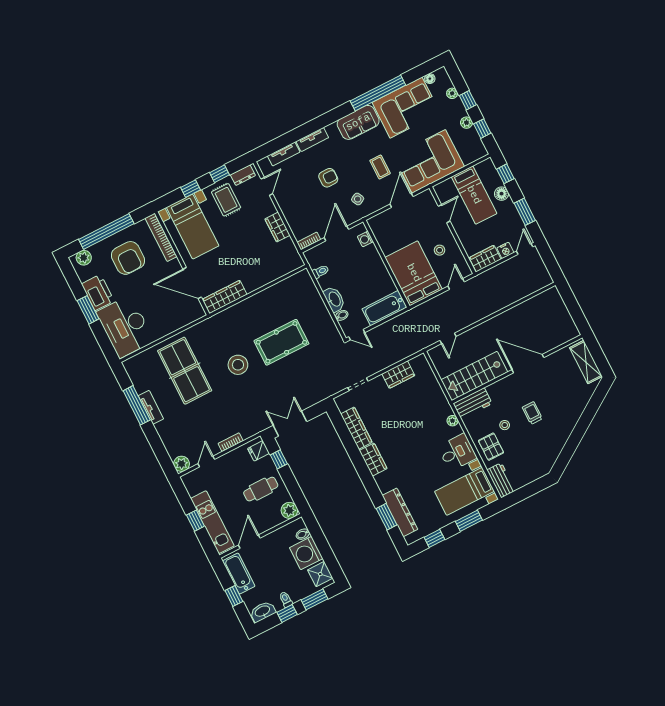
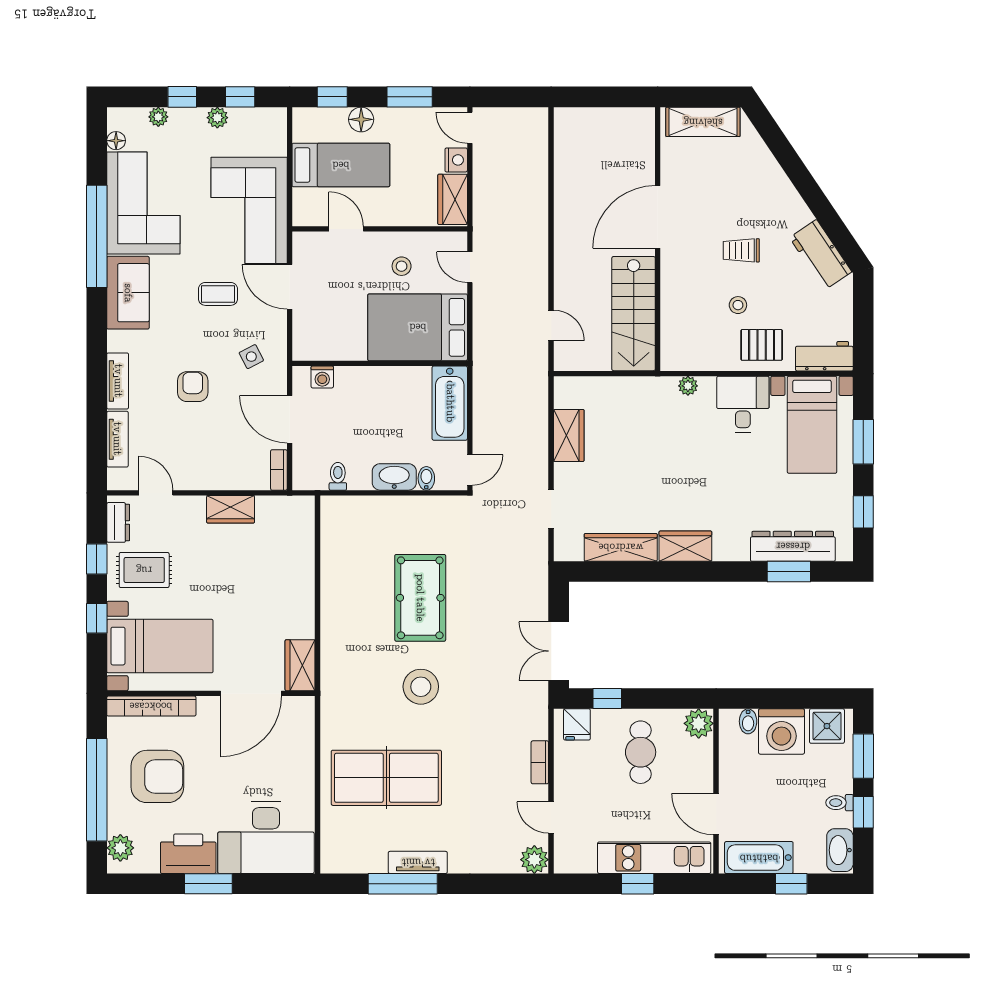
wardrobe: (225, 297) -> (300, 665), width x0.67
workbench: (473, 403) -> (821, 255), moved, turned 146

